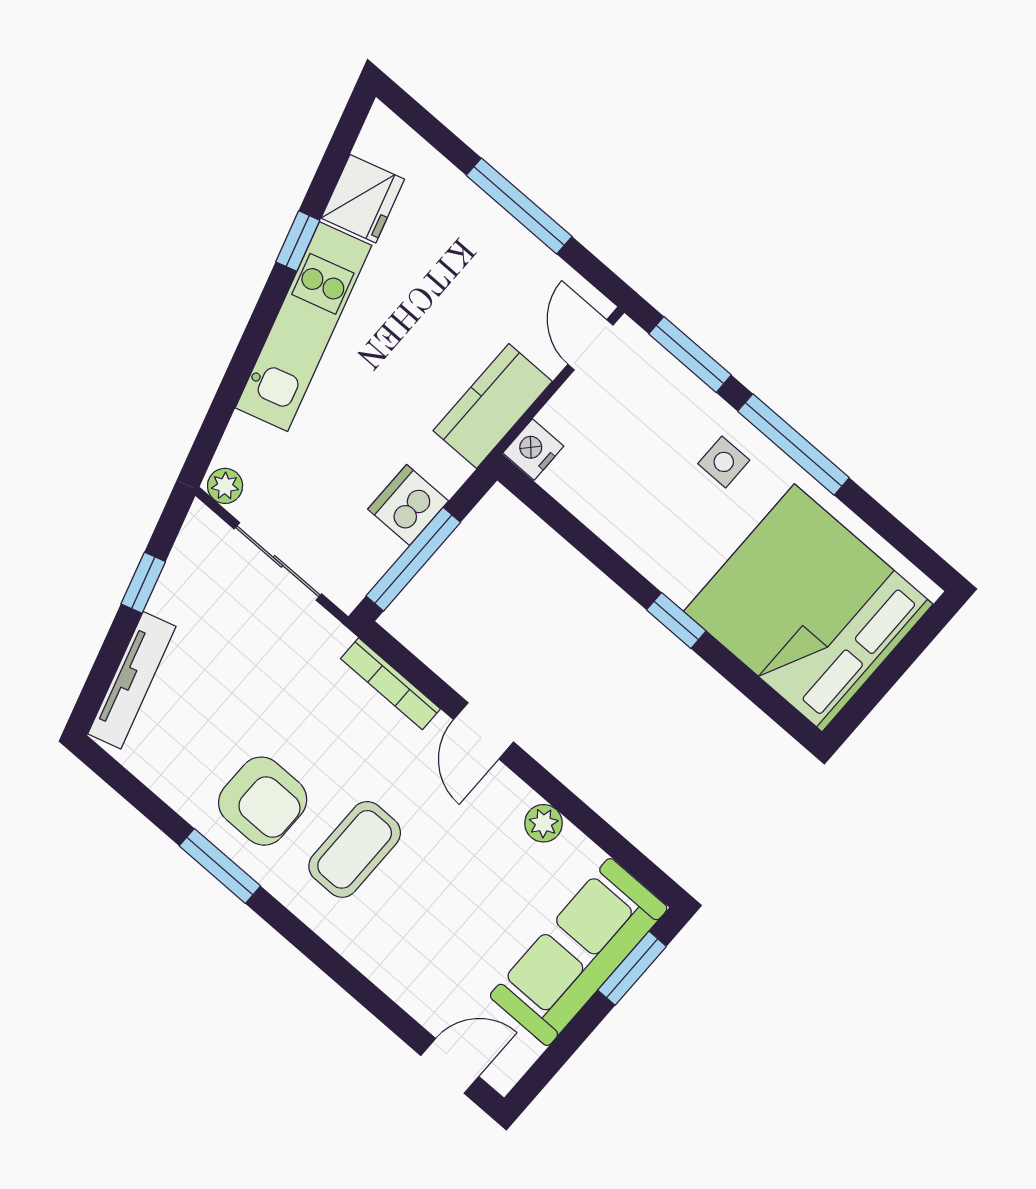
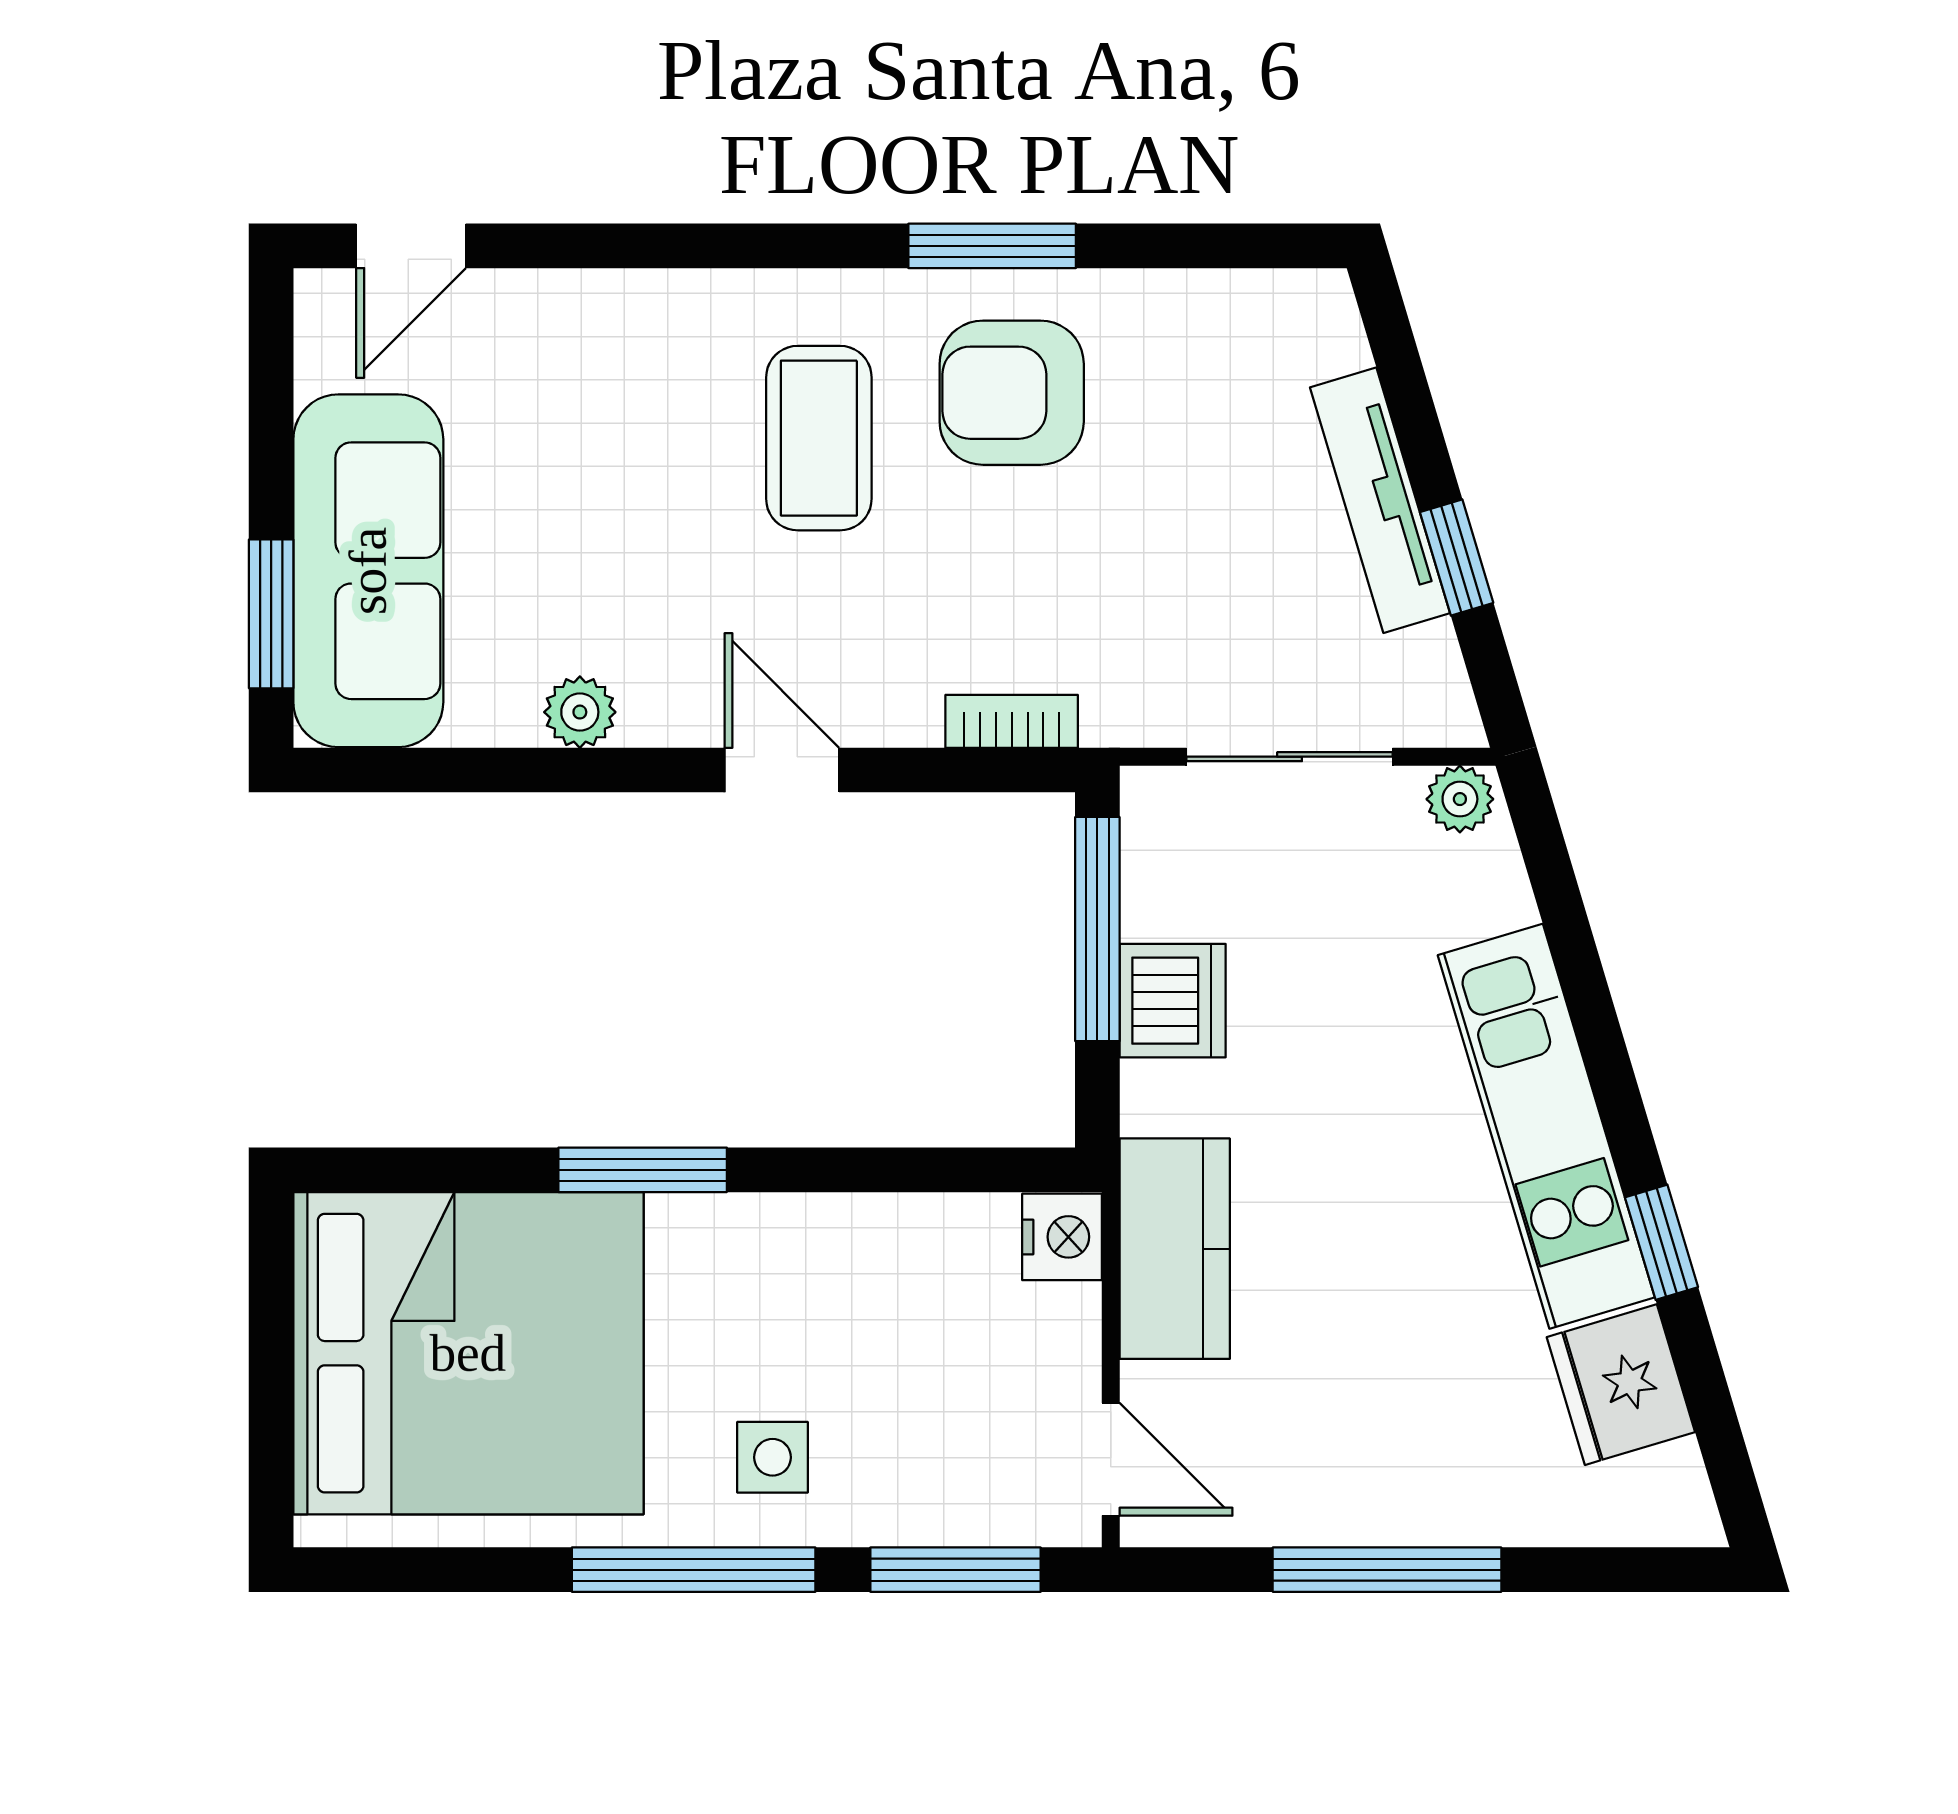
window: (676, 620) -> (643, 1170), width x1.50
tv unit: (132, 680) -> (1380, 500), moved
bookcase: (390, 684) -> (1012, 721), width x0.64

